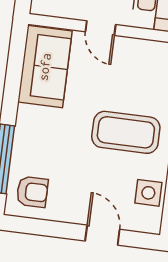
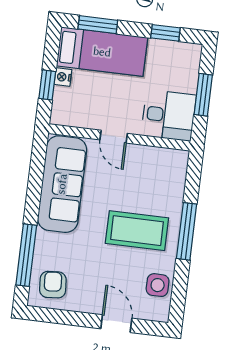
sofa: (45, 67) -> (62, 184), width x1.36
armchair: (32, 192) -> (53, 285), turned -94

